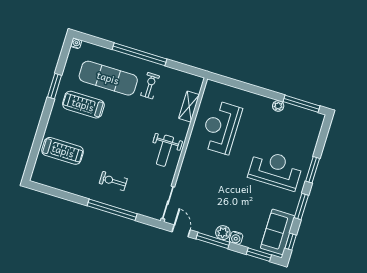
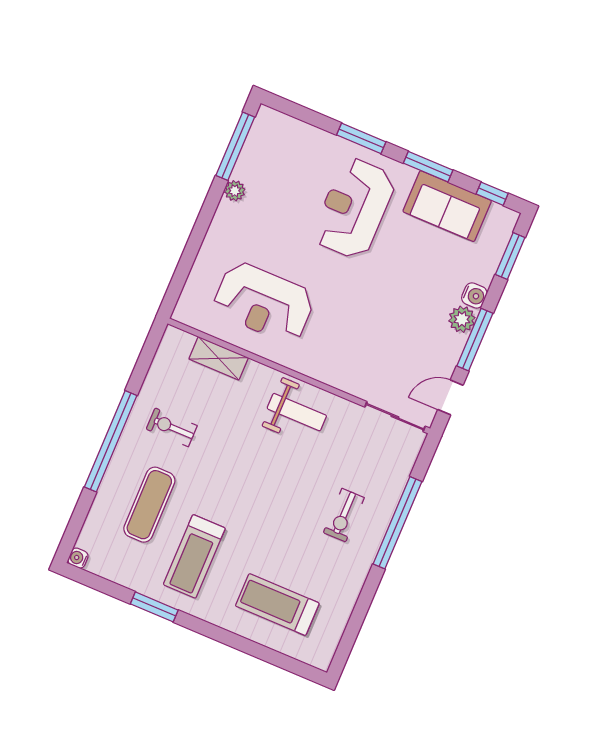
exercise mat: (108, 78) -> (149, 505), width x0.73, depth x0.69
treadmill: (63, 151) -> (277, 605), turned -90
sofa: (278, 232) -> (447, 206), moved

